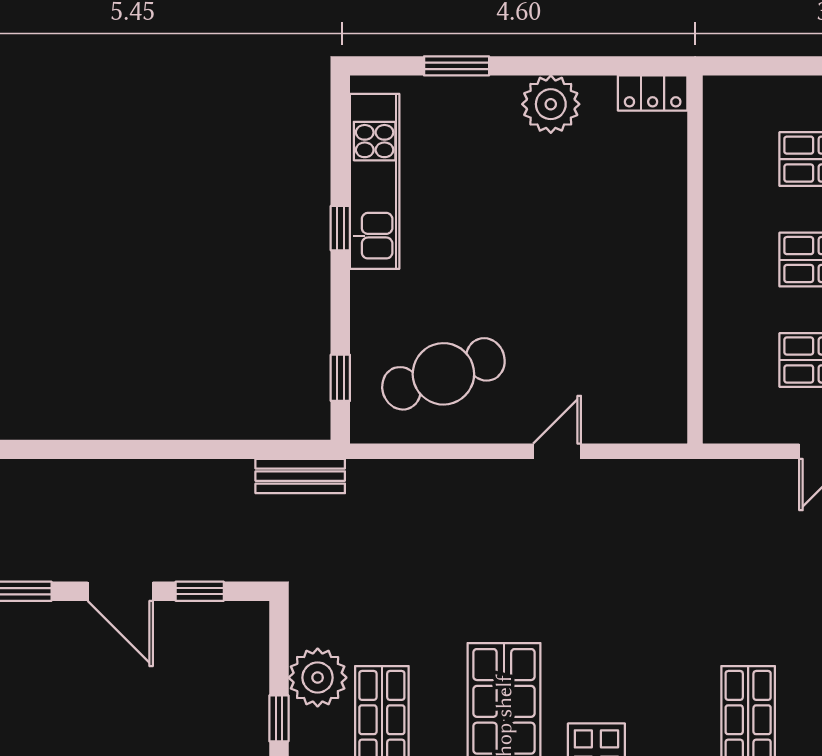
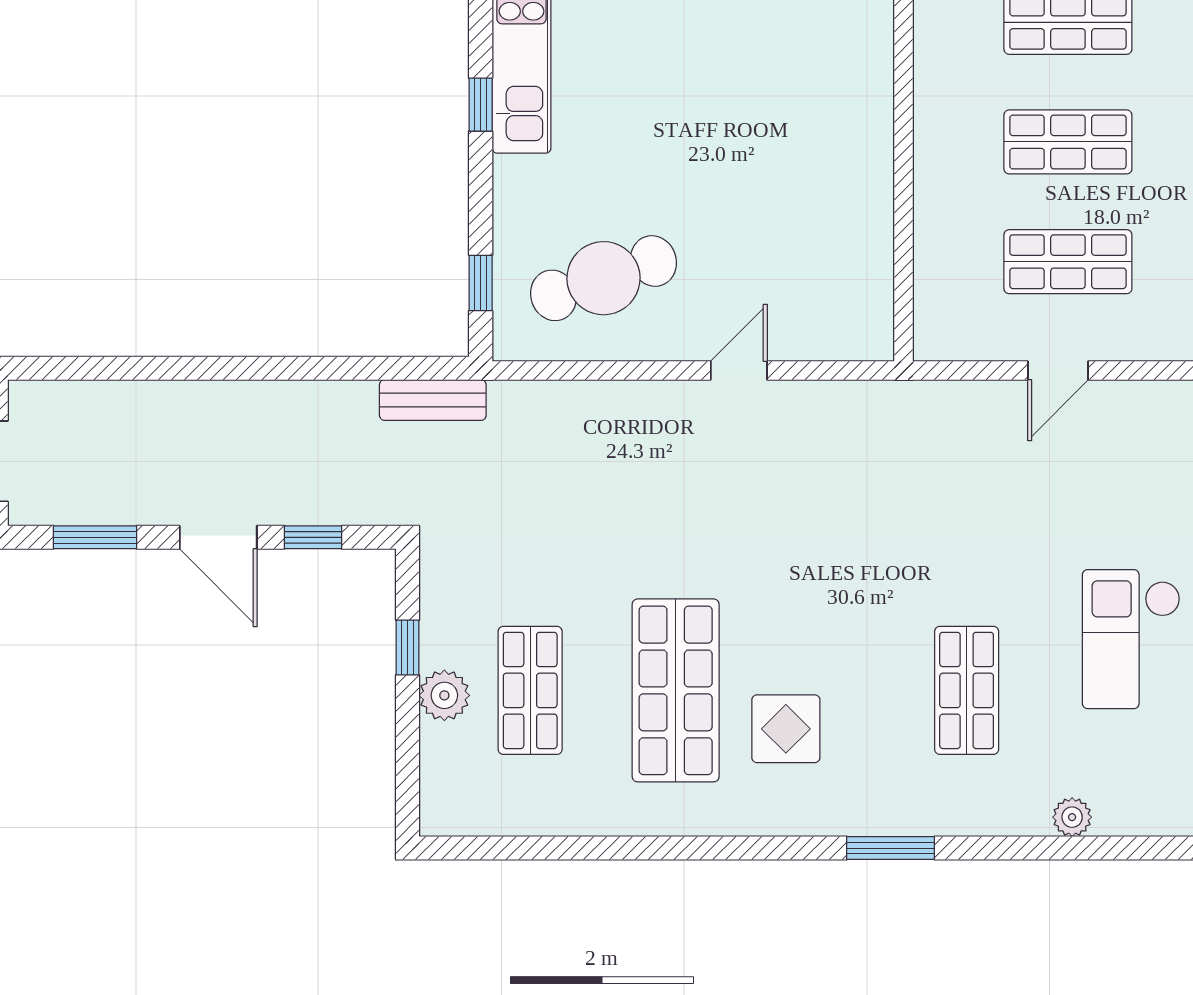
plant: (318, 678) -> (444, 695), moved, width x0.73, depth x0.73
window: (279, 718) -> (408, 648), moved

